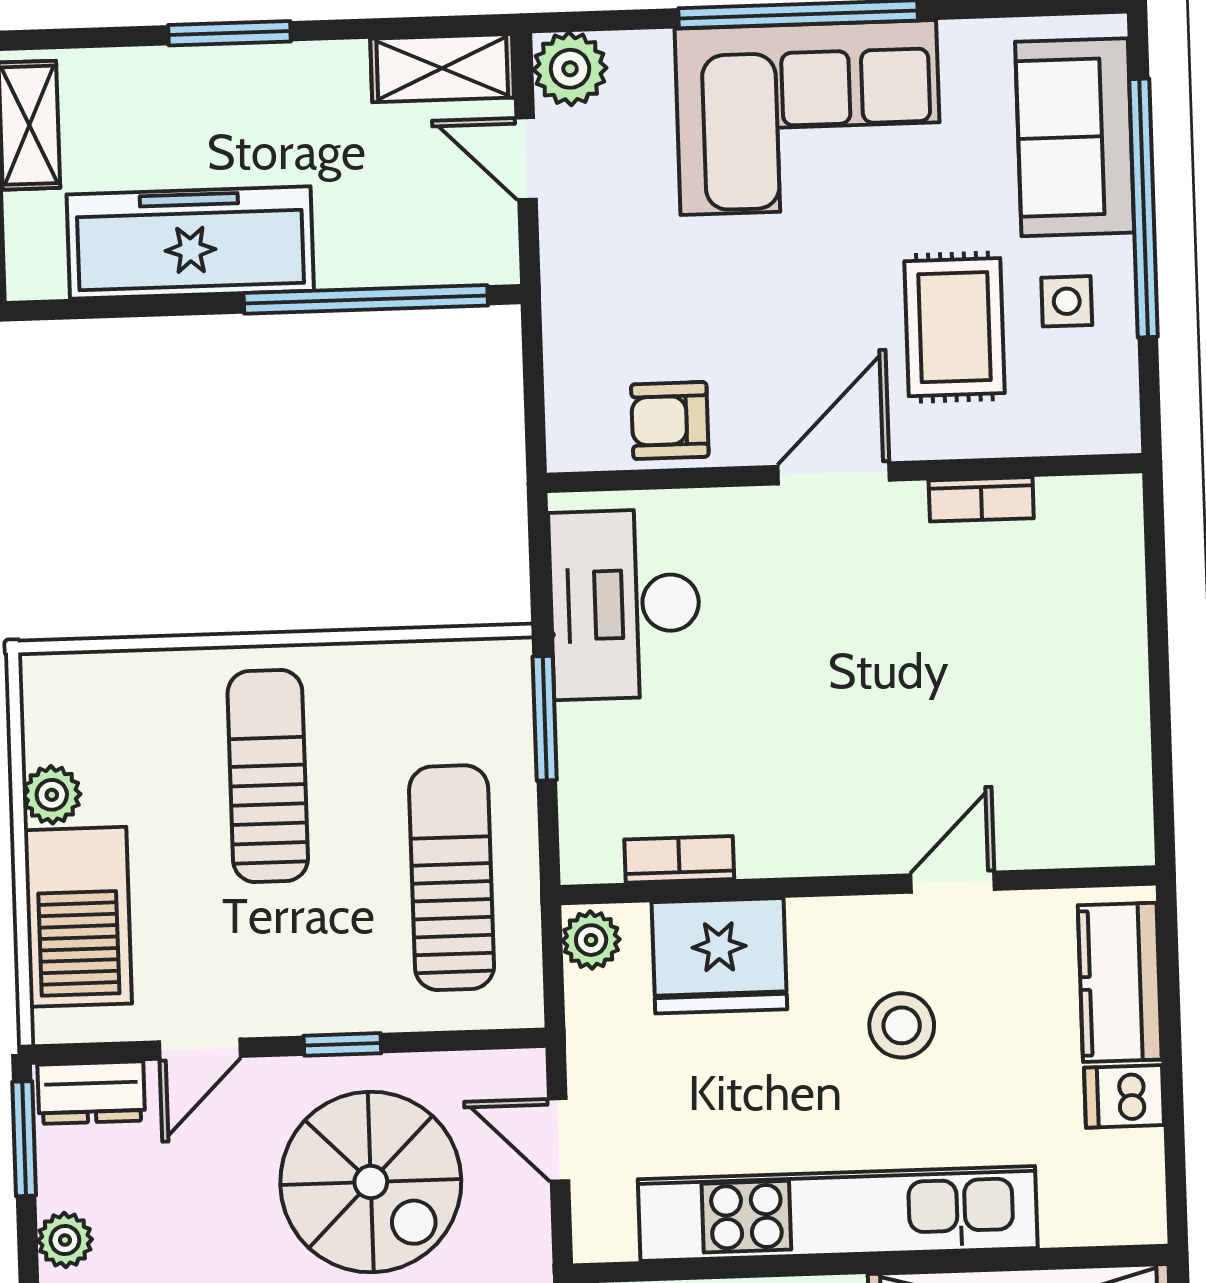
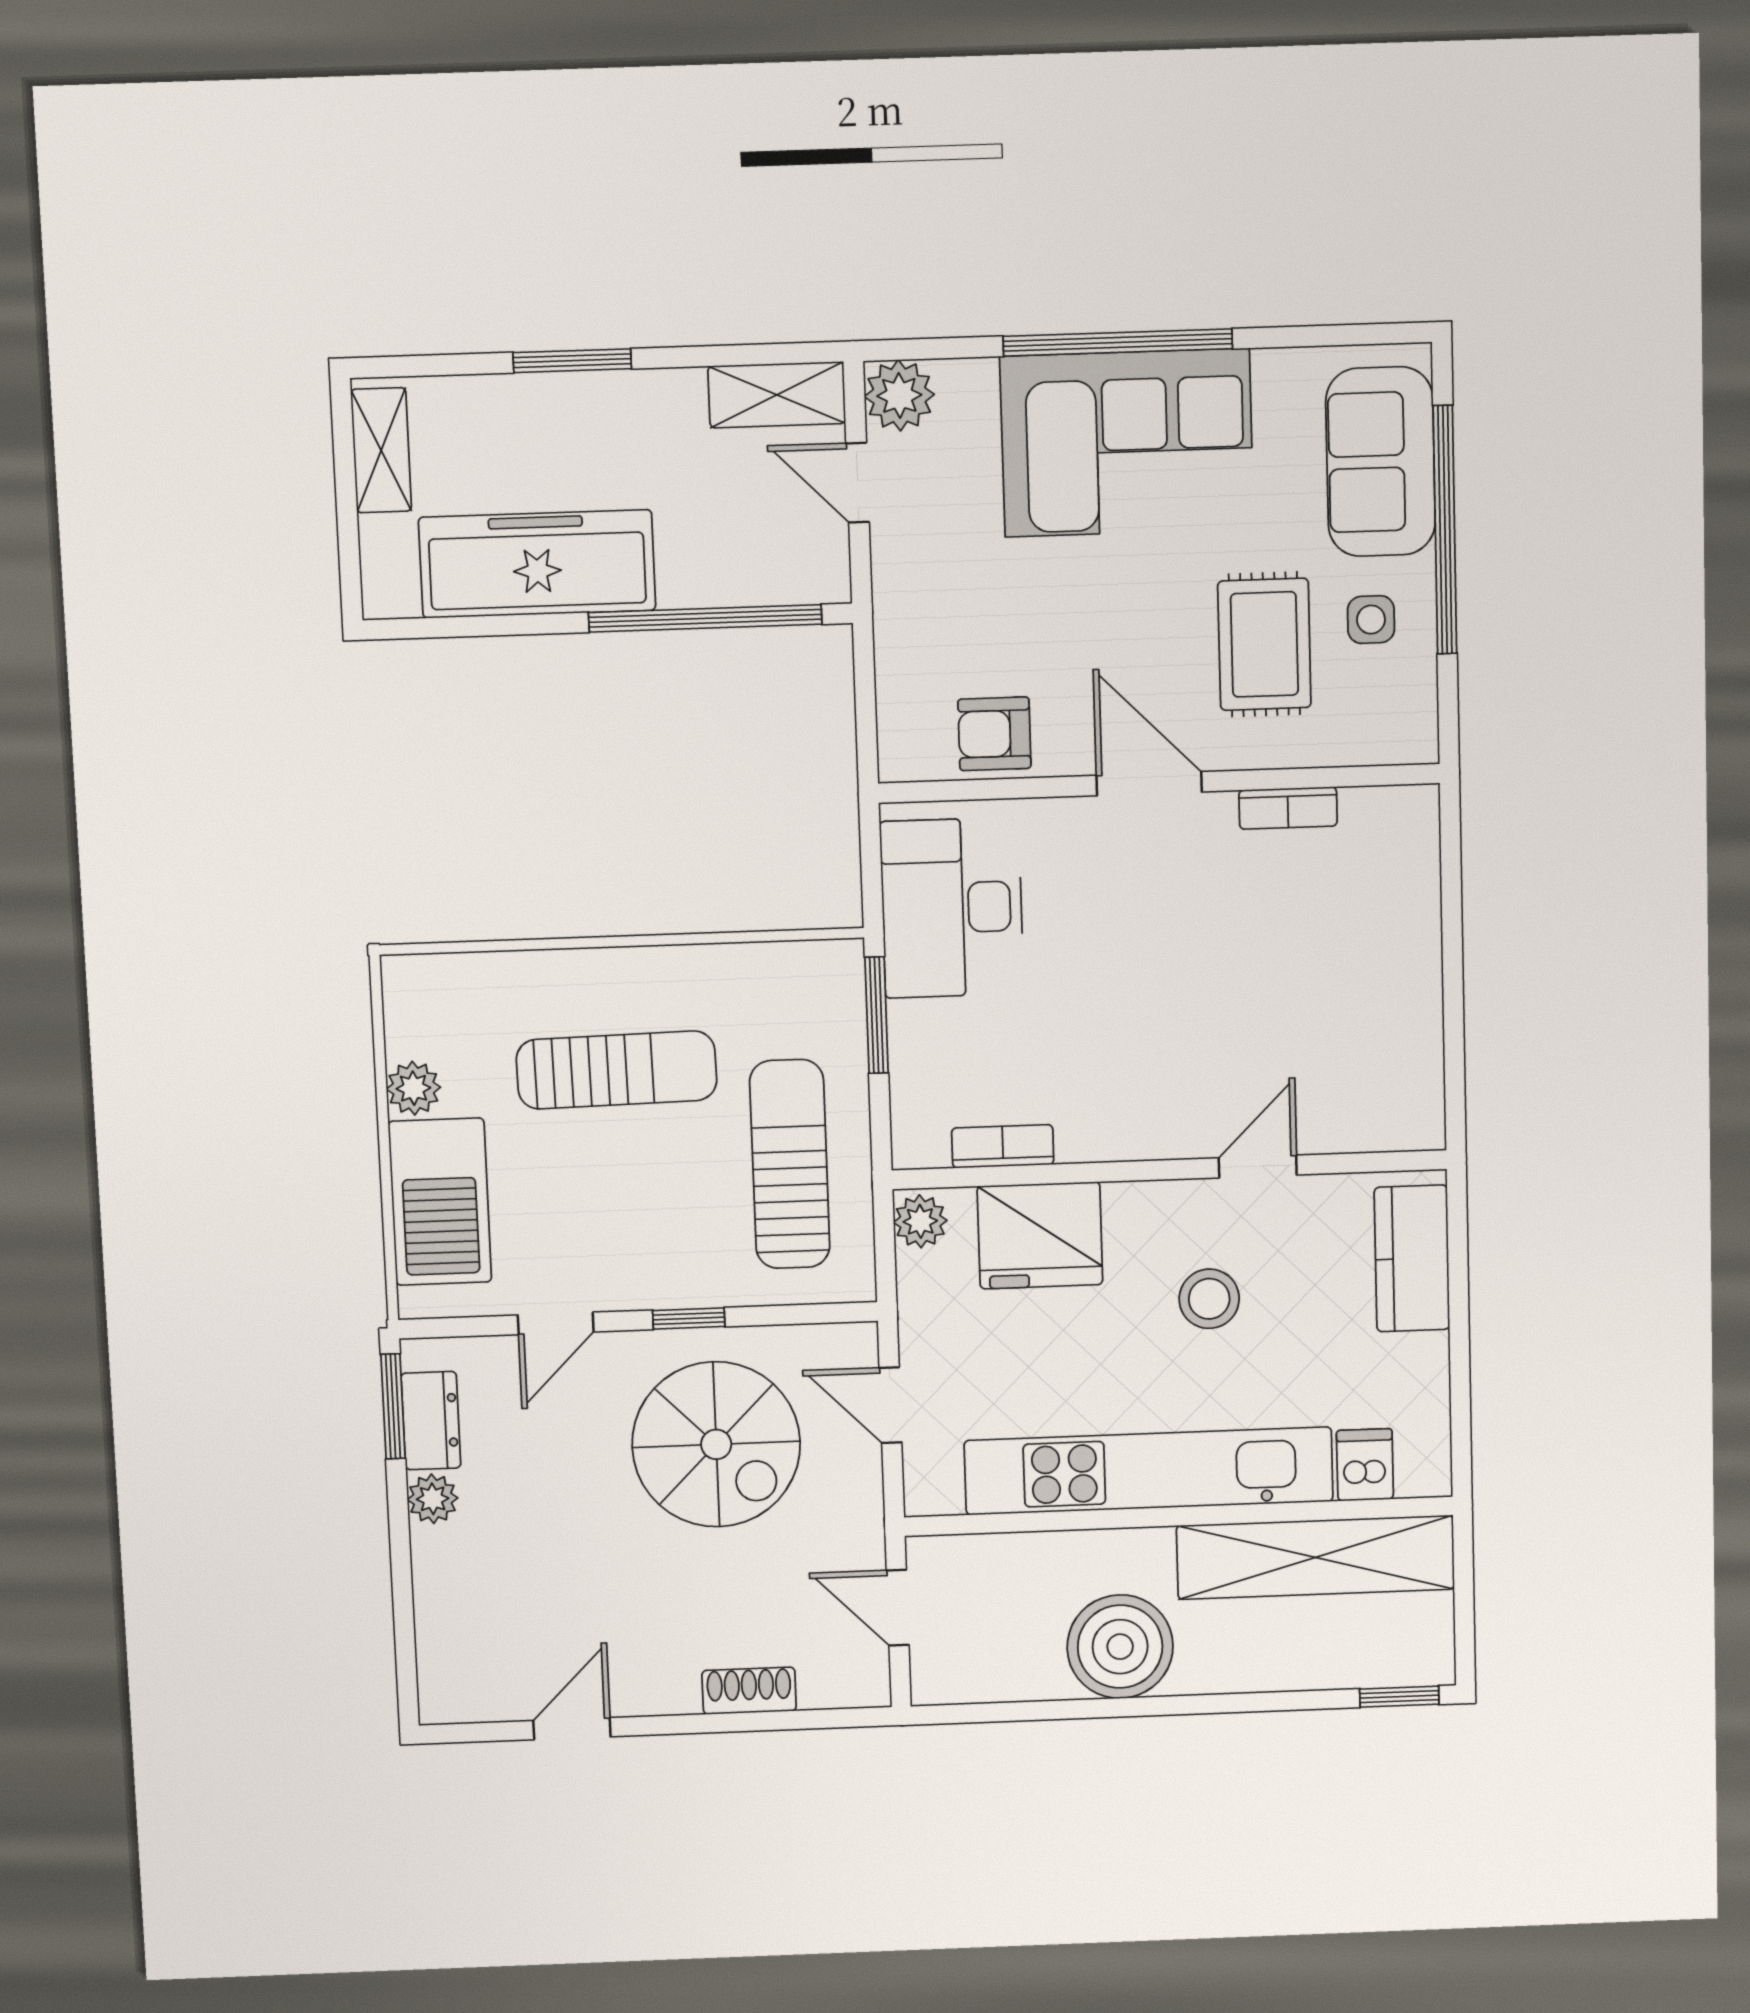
door: (834, 473) -> (1149, 784), hinge flipped
sun lounger: (268, 776) -> (617, 1070), turned 89
dresser: (91, 1093) -> (431, 1421), moved, turned -90
dishwasher: (1124, 1096) -> (1365, 1465), moved, turned 90

